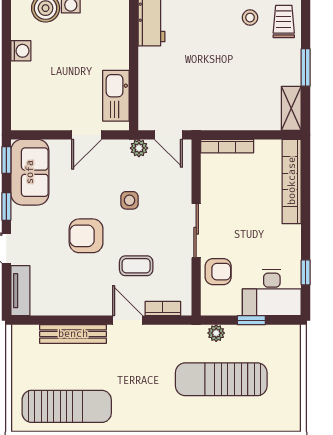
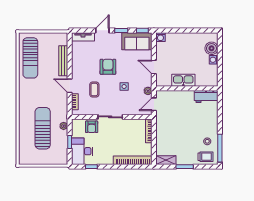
washing machine: (21, 51) -> (160, 37), moved
kitchen sink: (116, 96) -> (183, 80), moved
door: (128, 320) -> (70, 86), swing flipped

